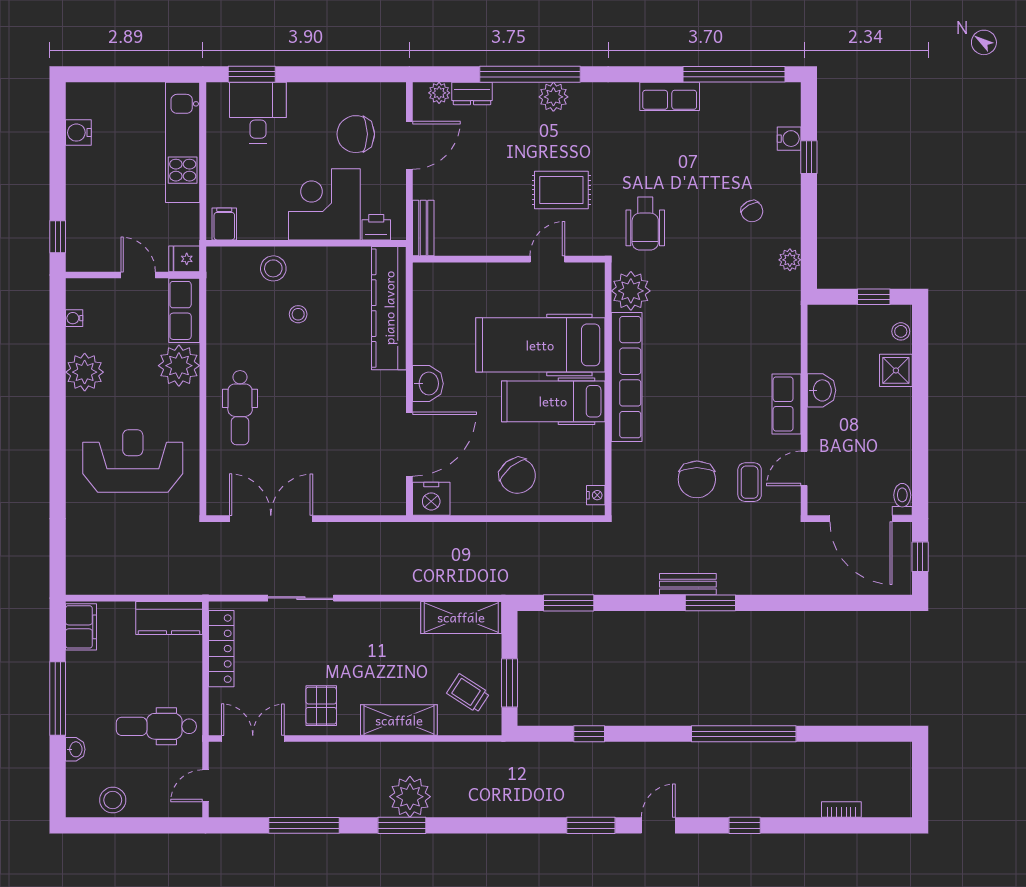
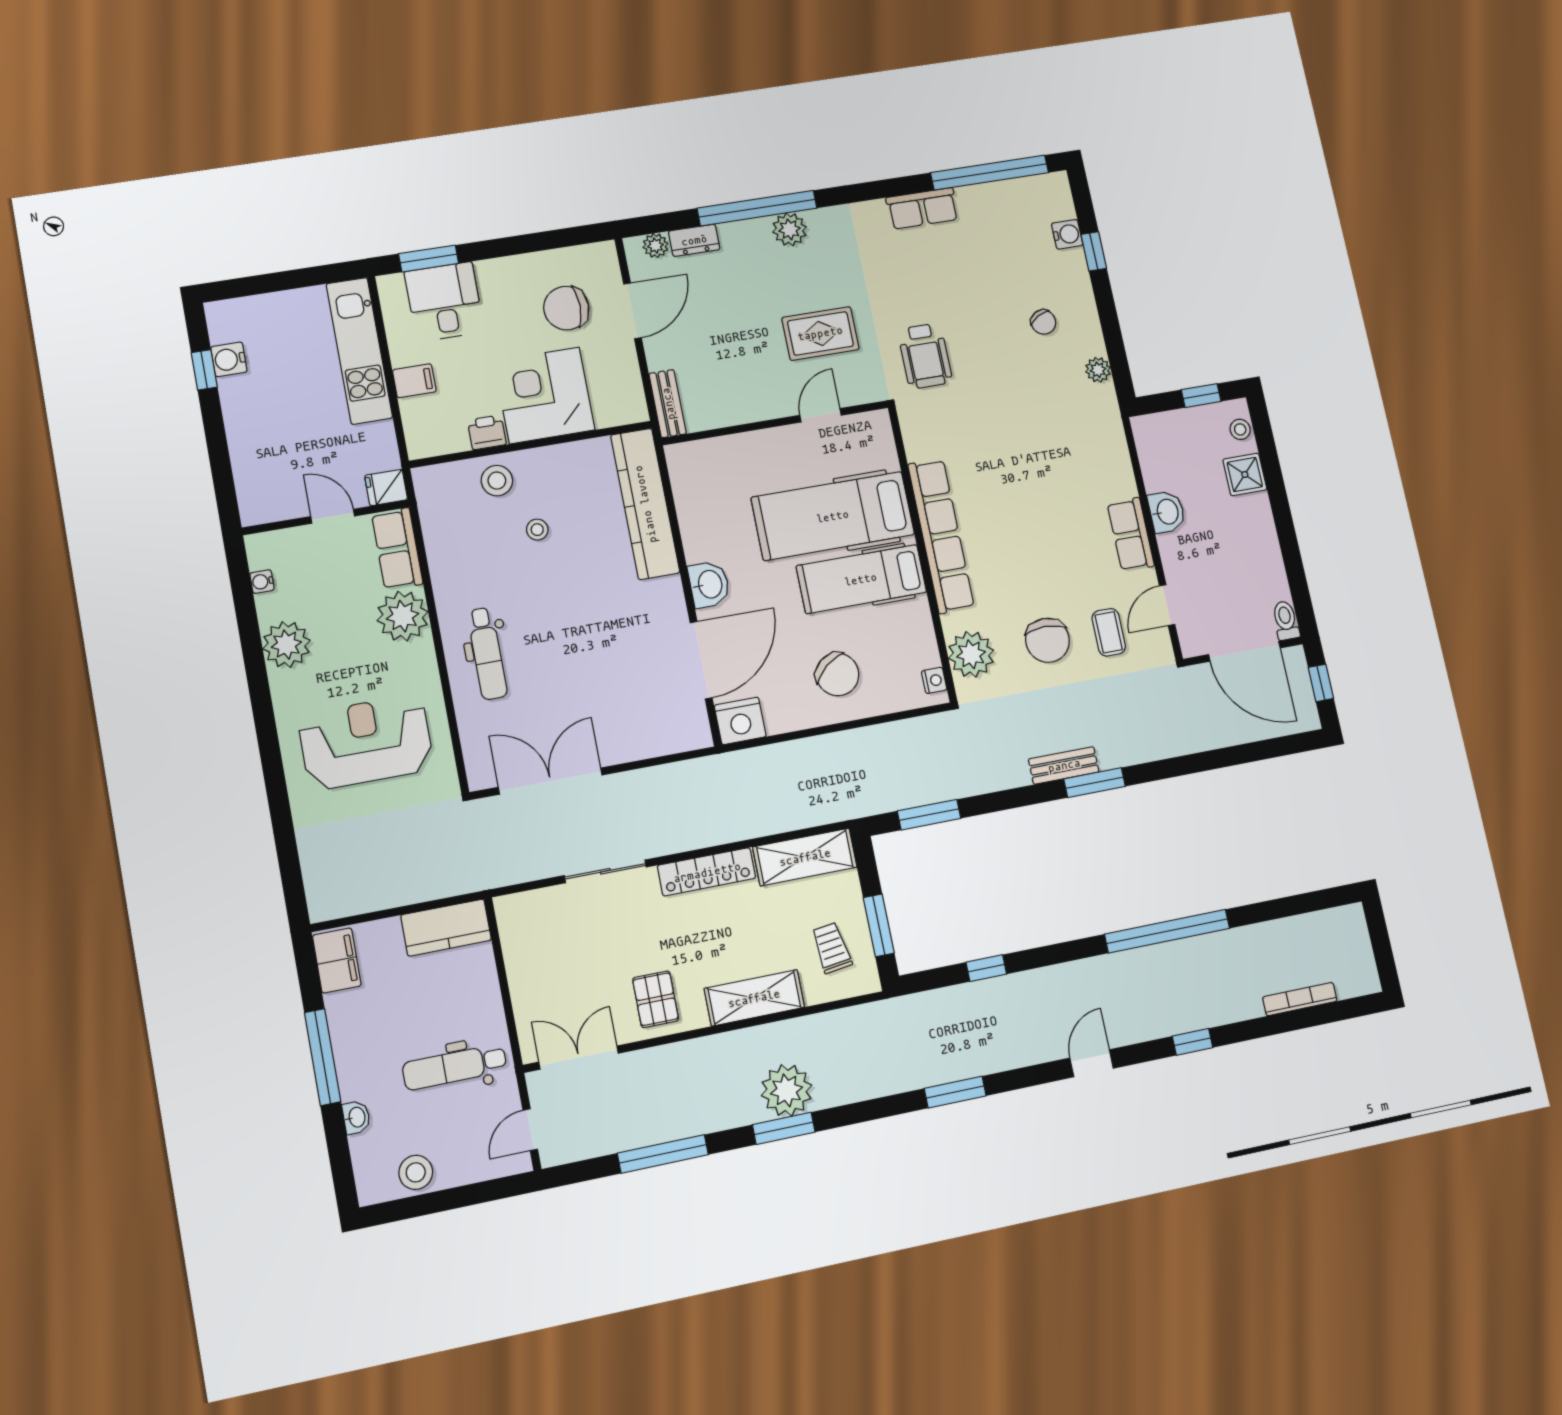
filing cabinet: (224, 224) -> (414, 381), moved, turned 90
printer: (376, 227) -> (487, 432), moved
window: (58, 237) -> (204, 370), moved
plant: (631, 291) -> (971, 654), moved
locker: (221, 649) -> (707, 872), moved, turned 90
trolley: (468, 693) -> (832, 948), turned 49
bookcase: (841, 810) -> (1300, 999), width x1.56
window: (591, 825) -> (955, 1092), moved

